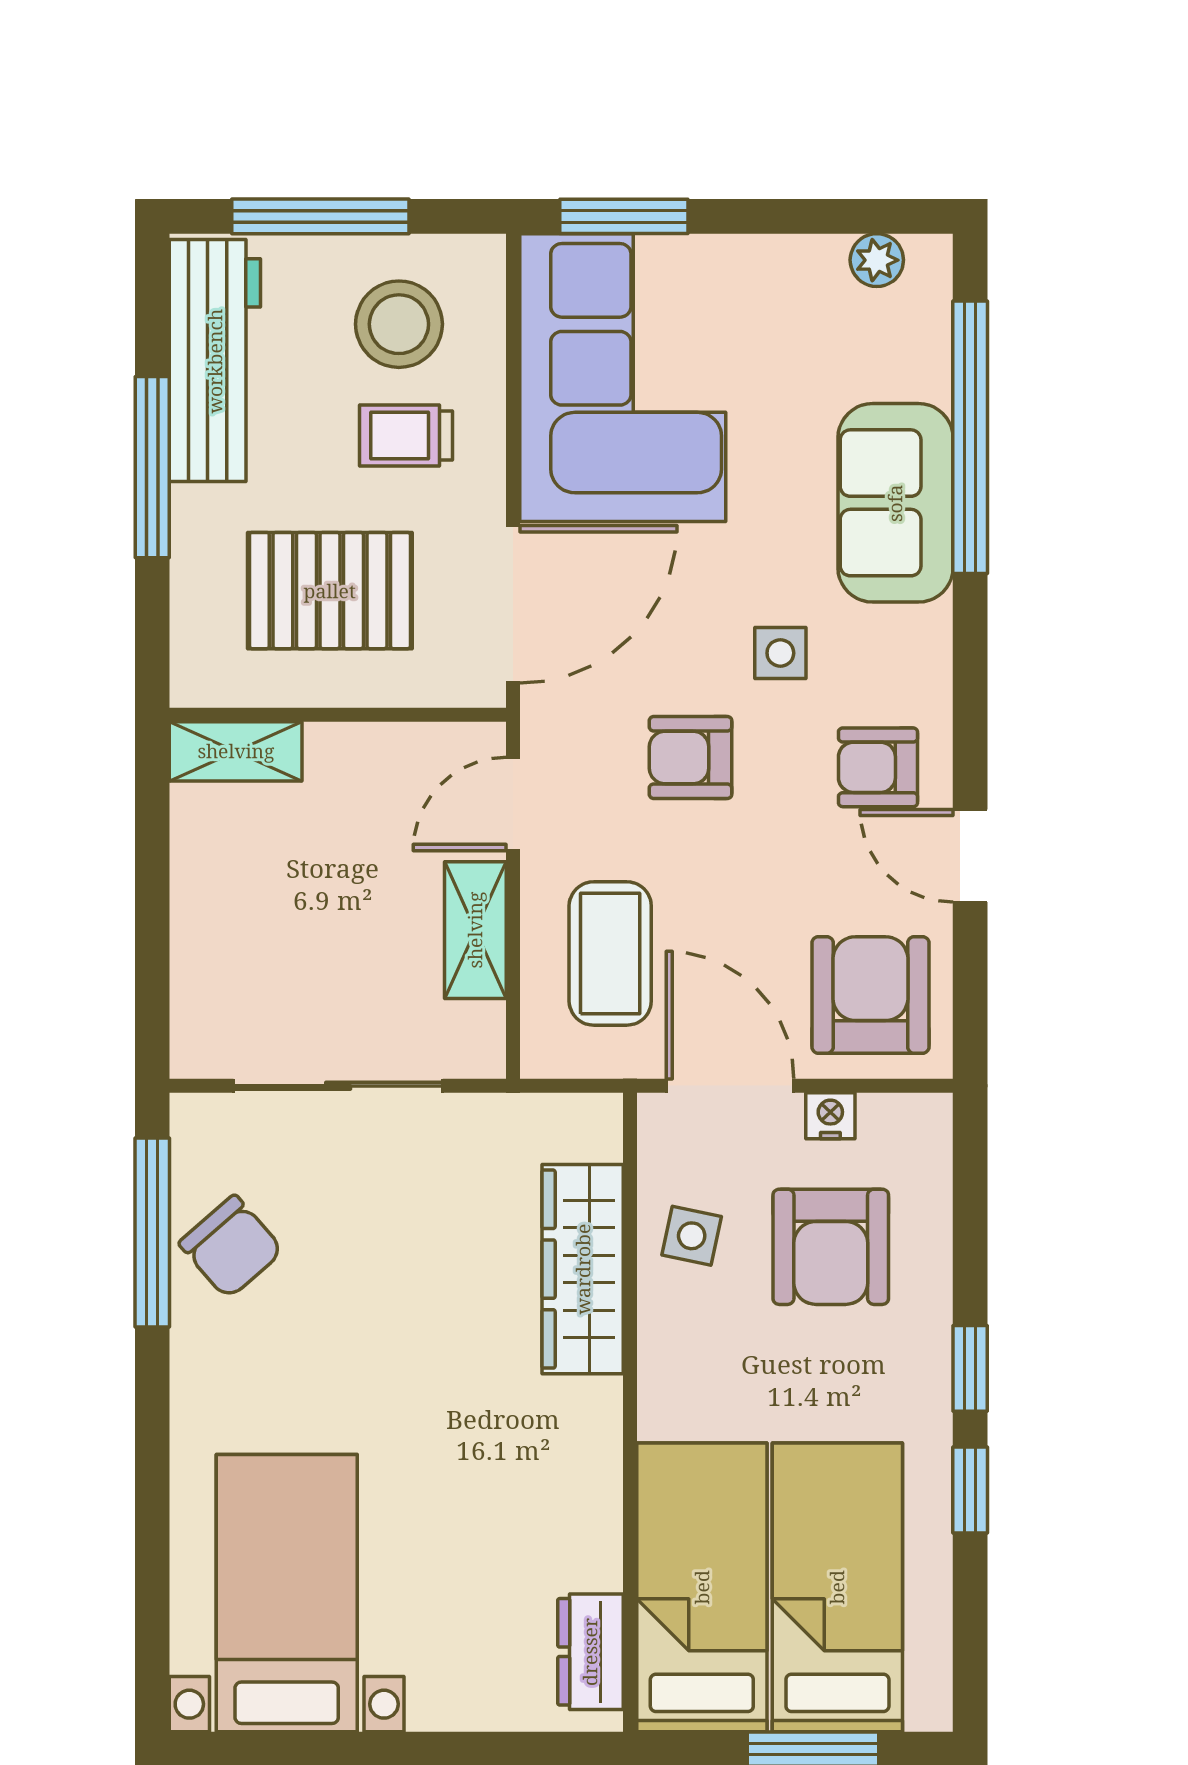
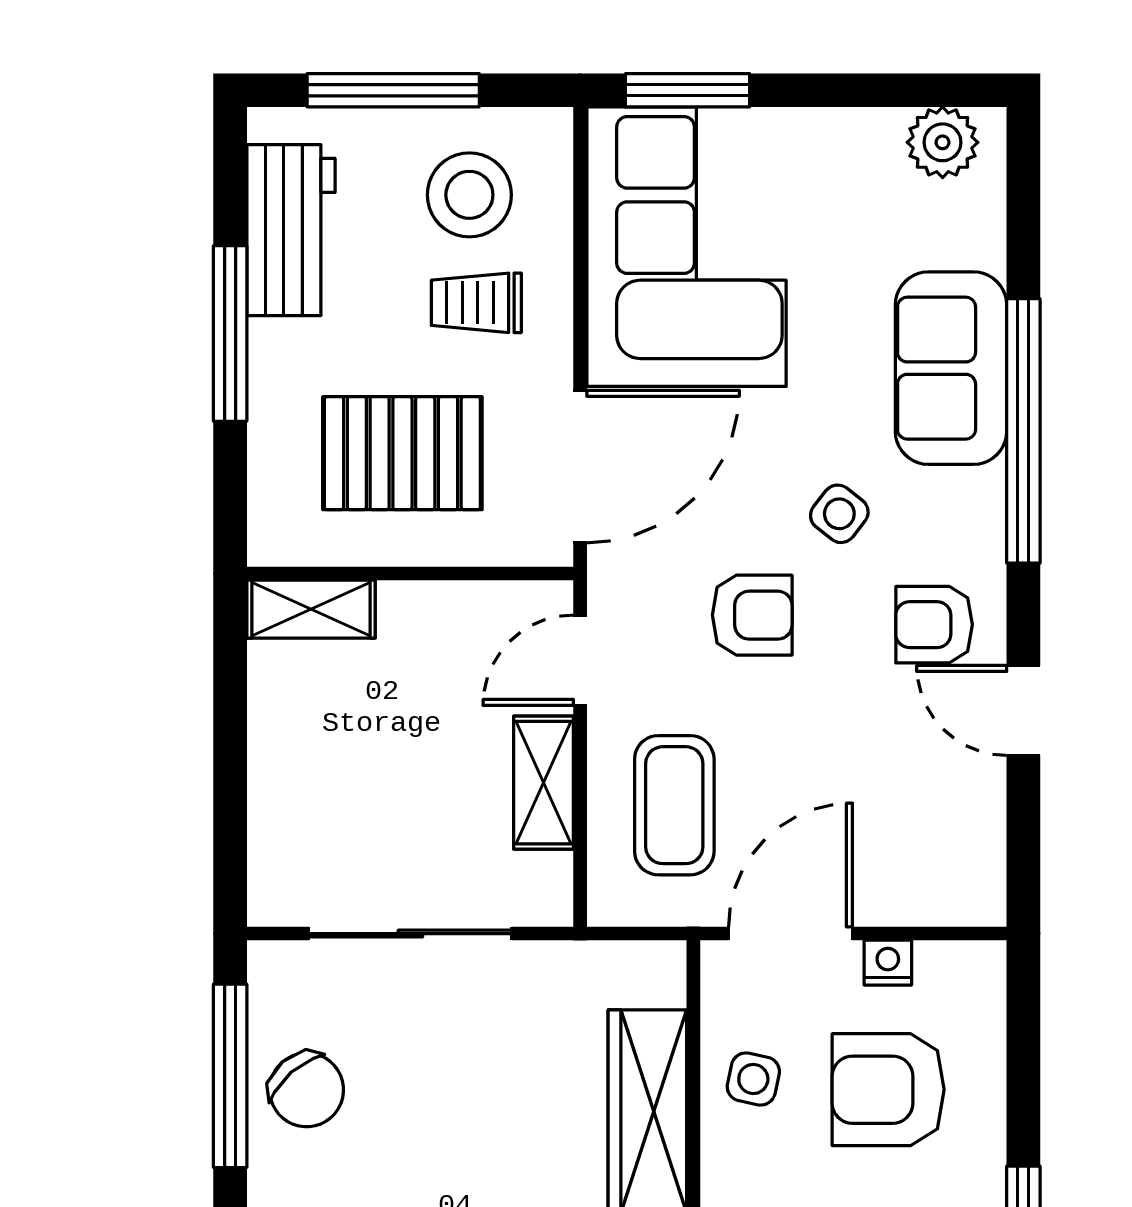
plant: (877, 260) -> (943, 142), width x1.38, depth x1.38
workbench: (215, 361) -> (291, 230), width x0.73
window: (970, 437) -> (1023, 431), moved
side table: (780, 653) -> (839, 514), turned 38
armchair: (691, 757) -> (752, 615), turned 180
armchair: (870, 995) -> (927, 845), removed
door: (730, 1086) -> (791, 934), hinge flipped
armchair: (831, 1247) -> (888, 1090), turned 90

